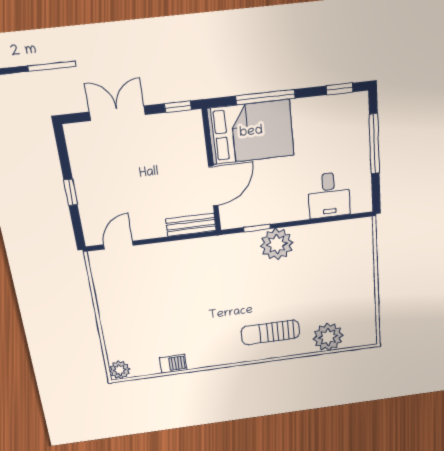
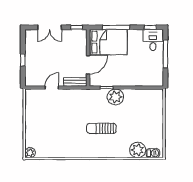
double door: (117, 113) -> (50, 27), swing flipped
desk: (329, 195) -> (153, 40), moved, turned 180
door: (118, 245) -> (52, 88), moved
sun lounger: (270, 332) -> (101, 128), moved
barbecue: (173, 364) -> (153, 153), moved

